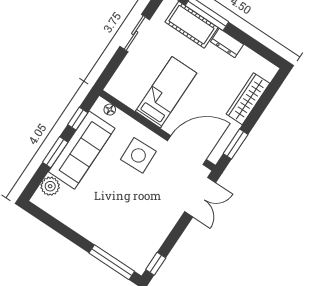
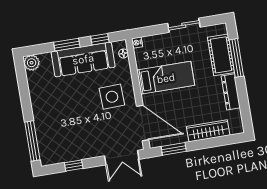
dresser: (227, 43) -> (231, 92), width x1.44
nightstand: (111, 89) -> (137, 43), added
plant: (50, 186) -> (32, 63), moved
window: (156, 264) -> (74, 165), moved

